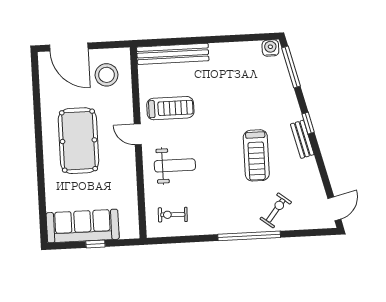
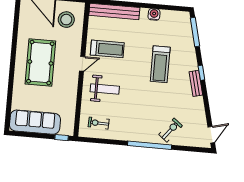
water cooler: (270, 48) -> (154, 14), moved
door: (138, 134) -> (82, 64), swing flipped
treadmill: (256, 155) -> (160, 64), moved
window: (95, 244) -> (62, 138), moved

